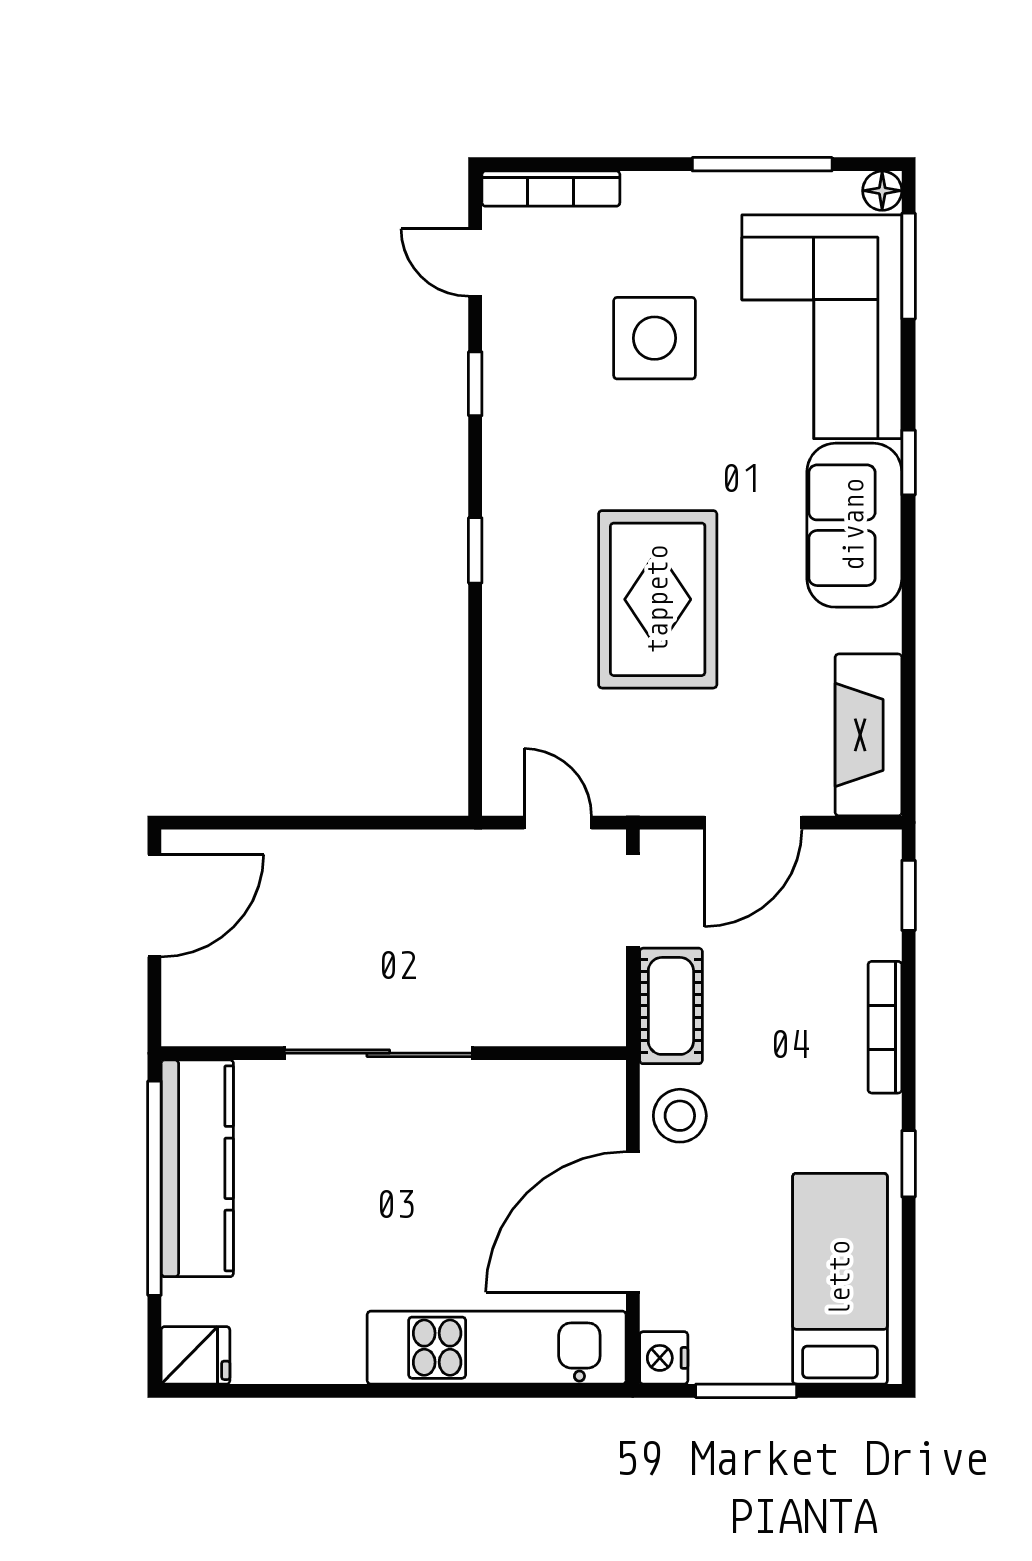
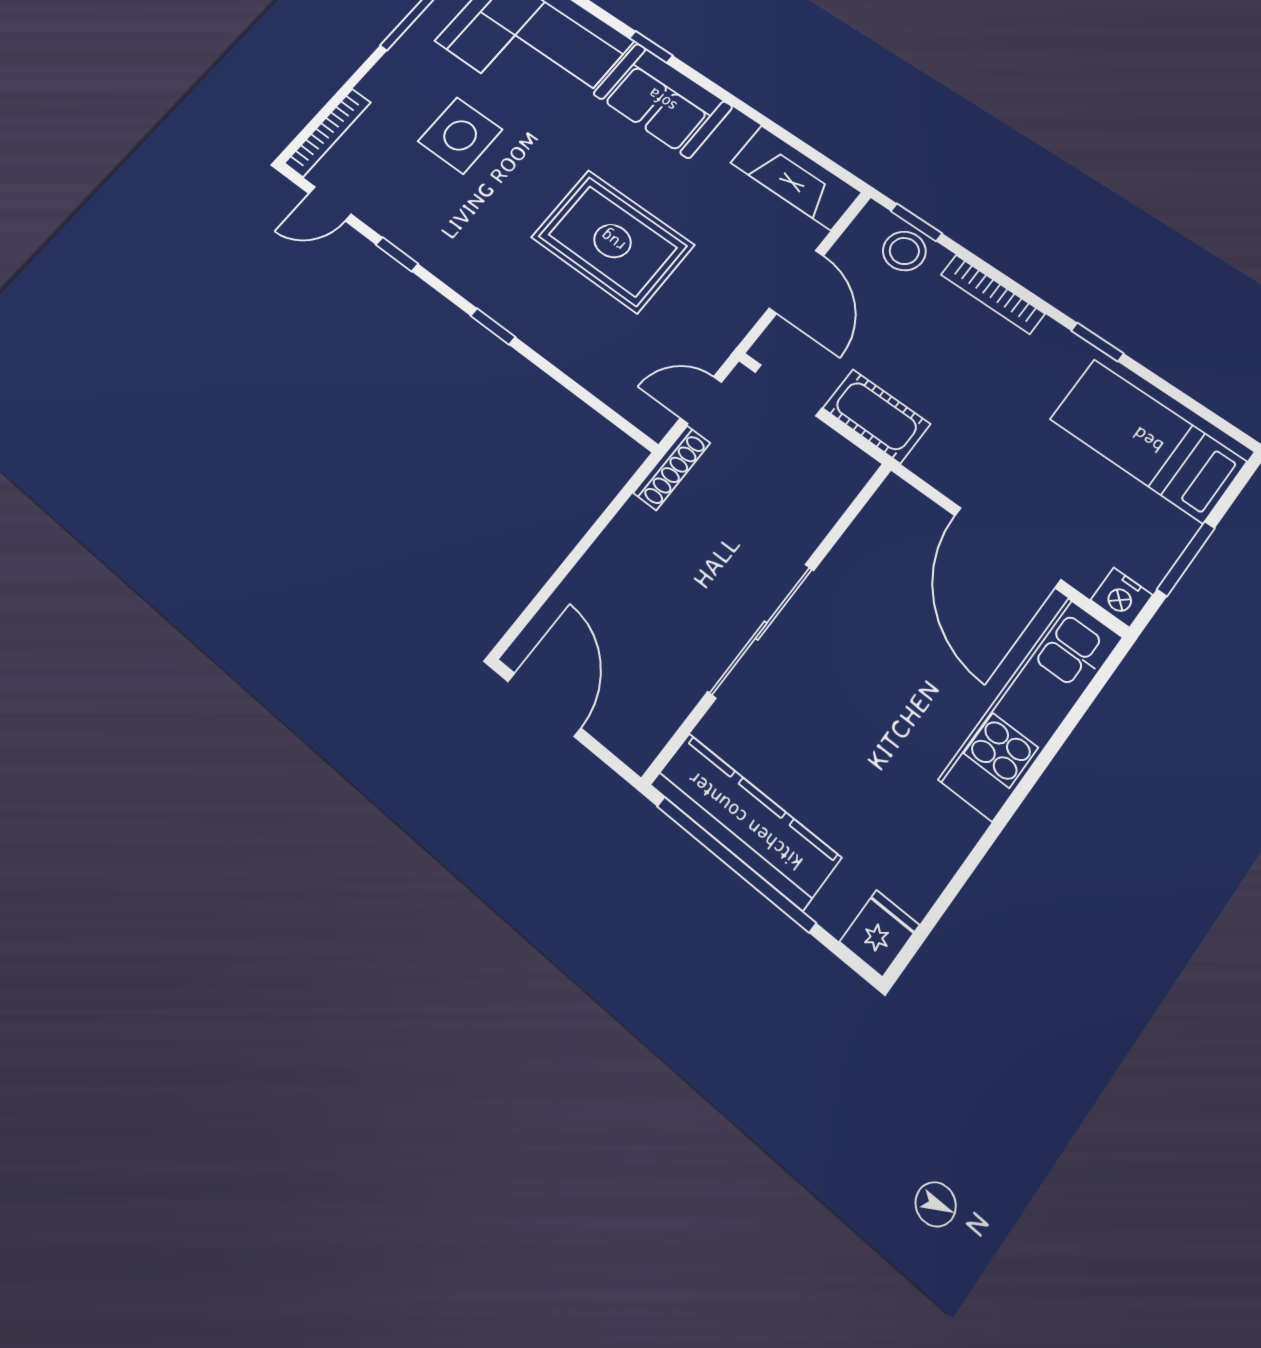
shoe rack: (469, 847) -> (672, 468), added
stool: (680, 1116) -> (904, 251), moved

